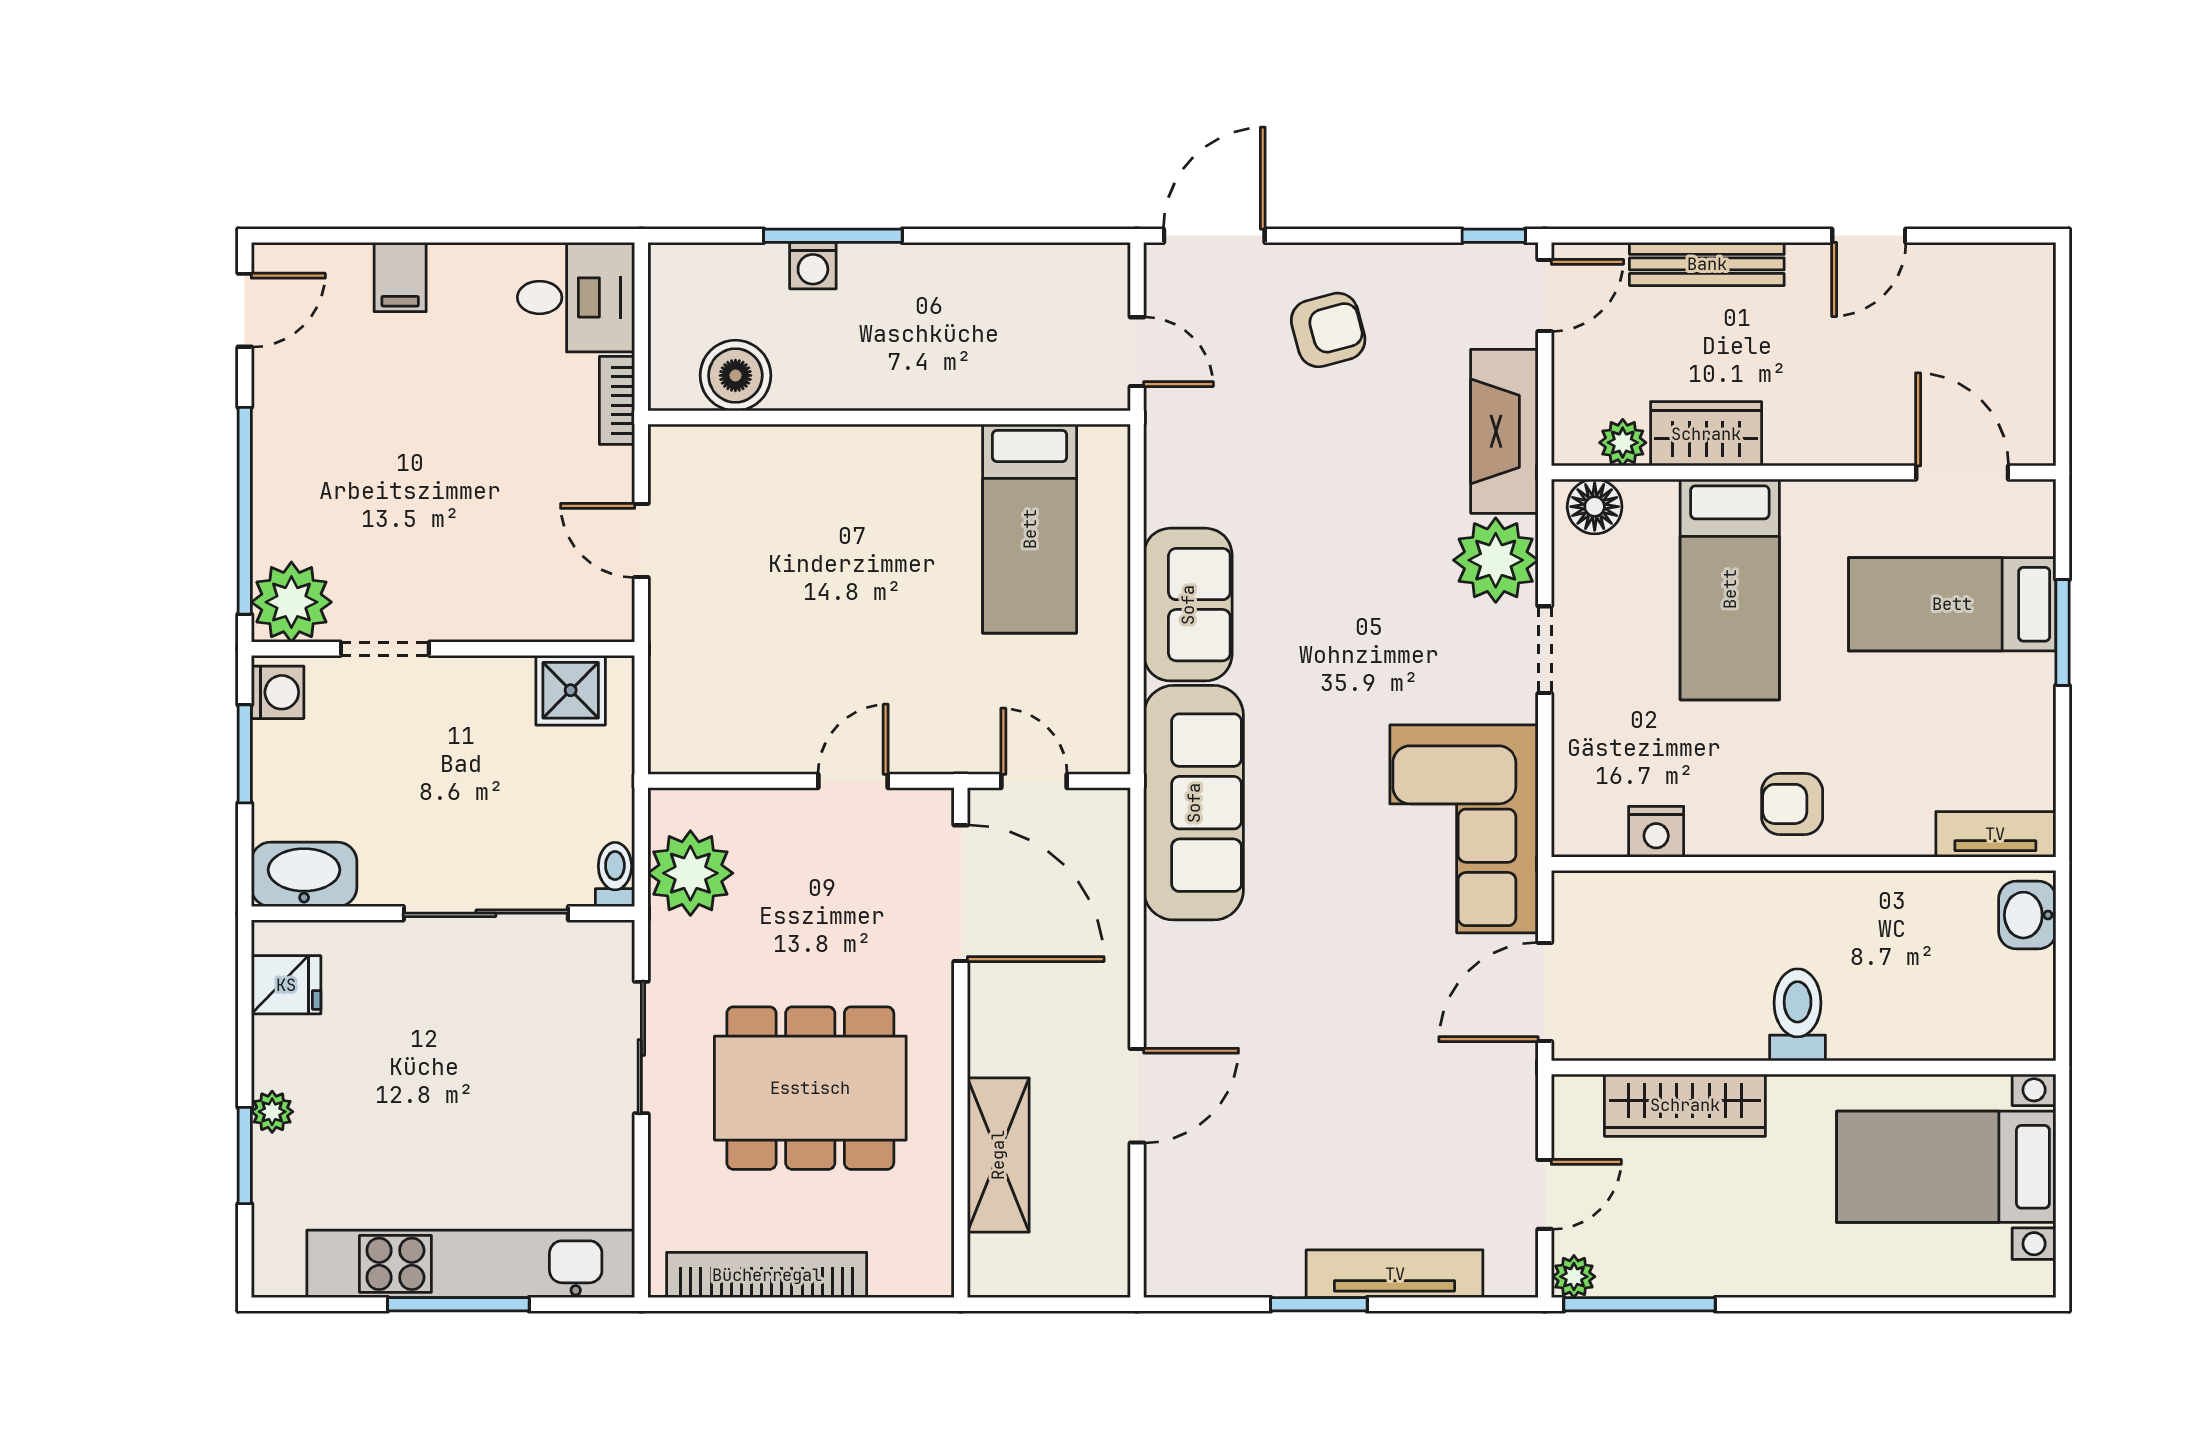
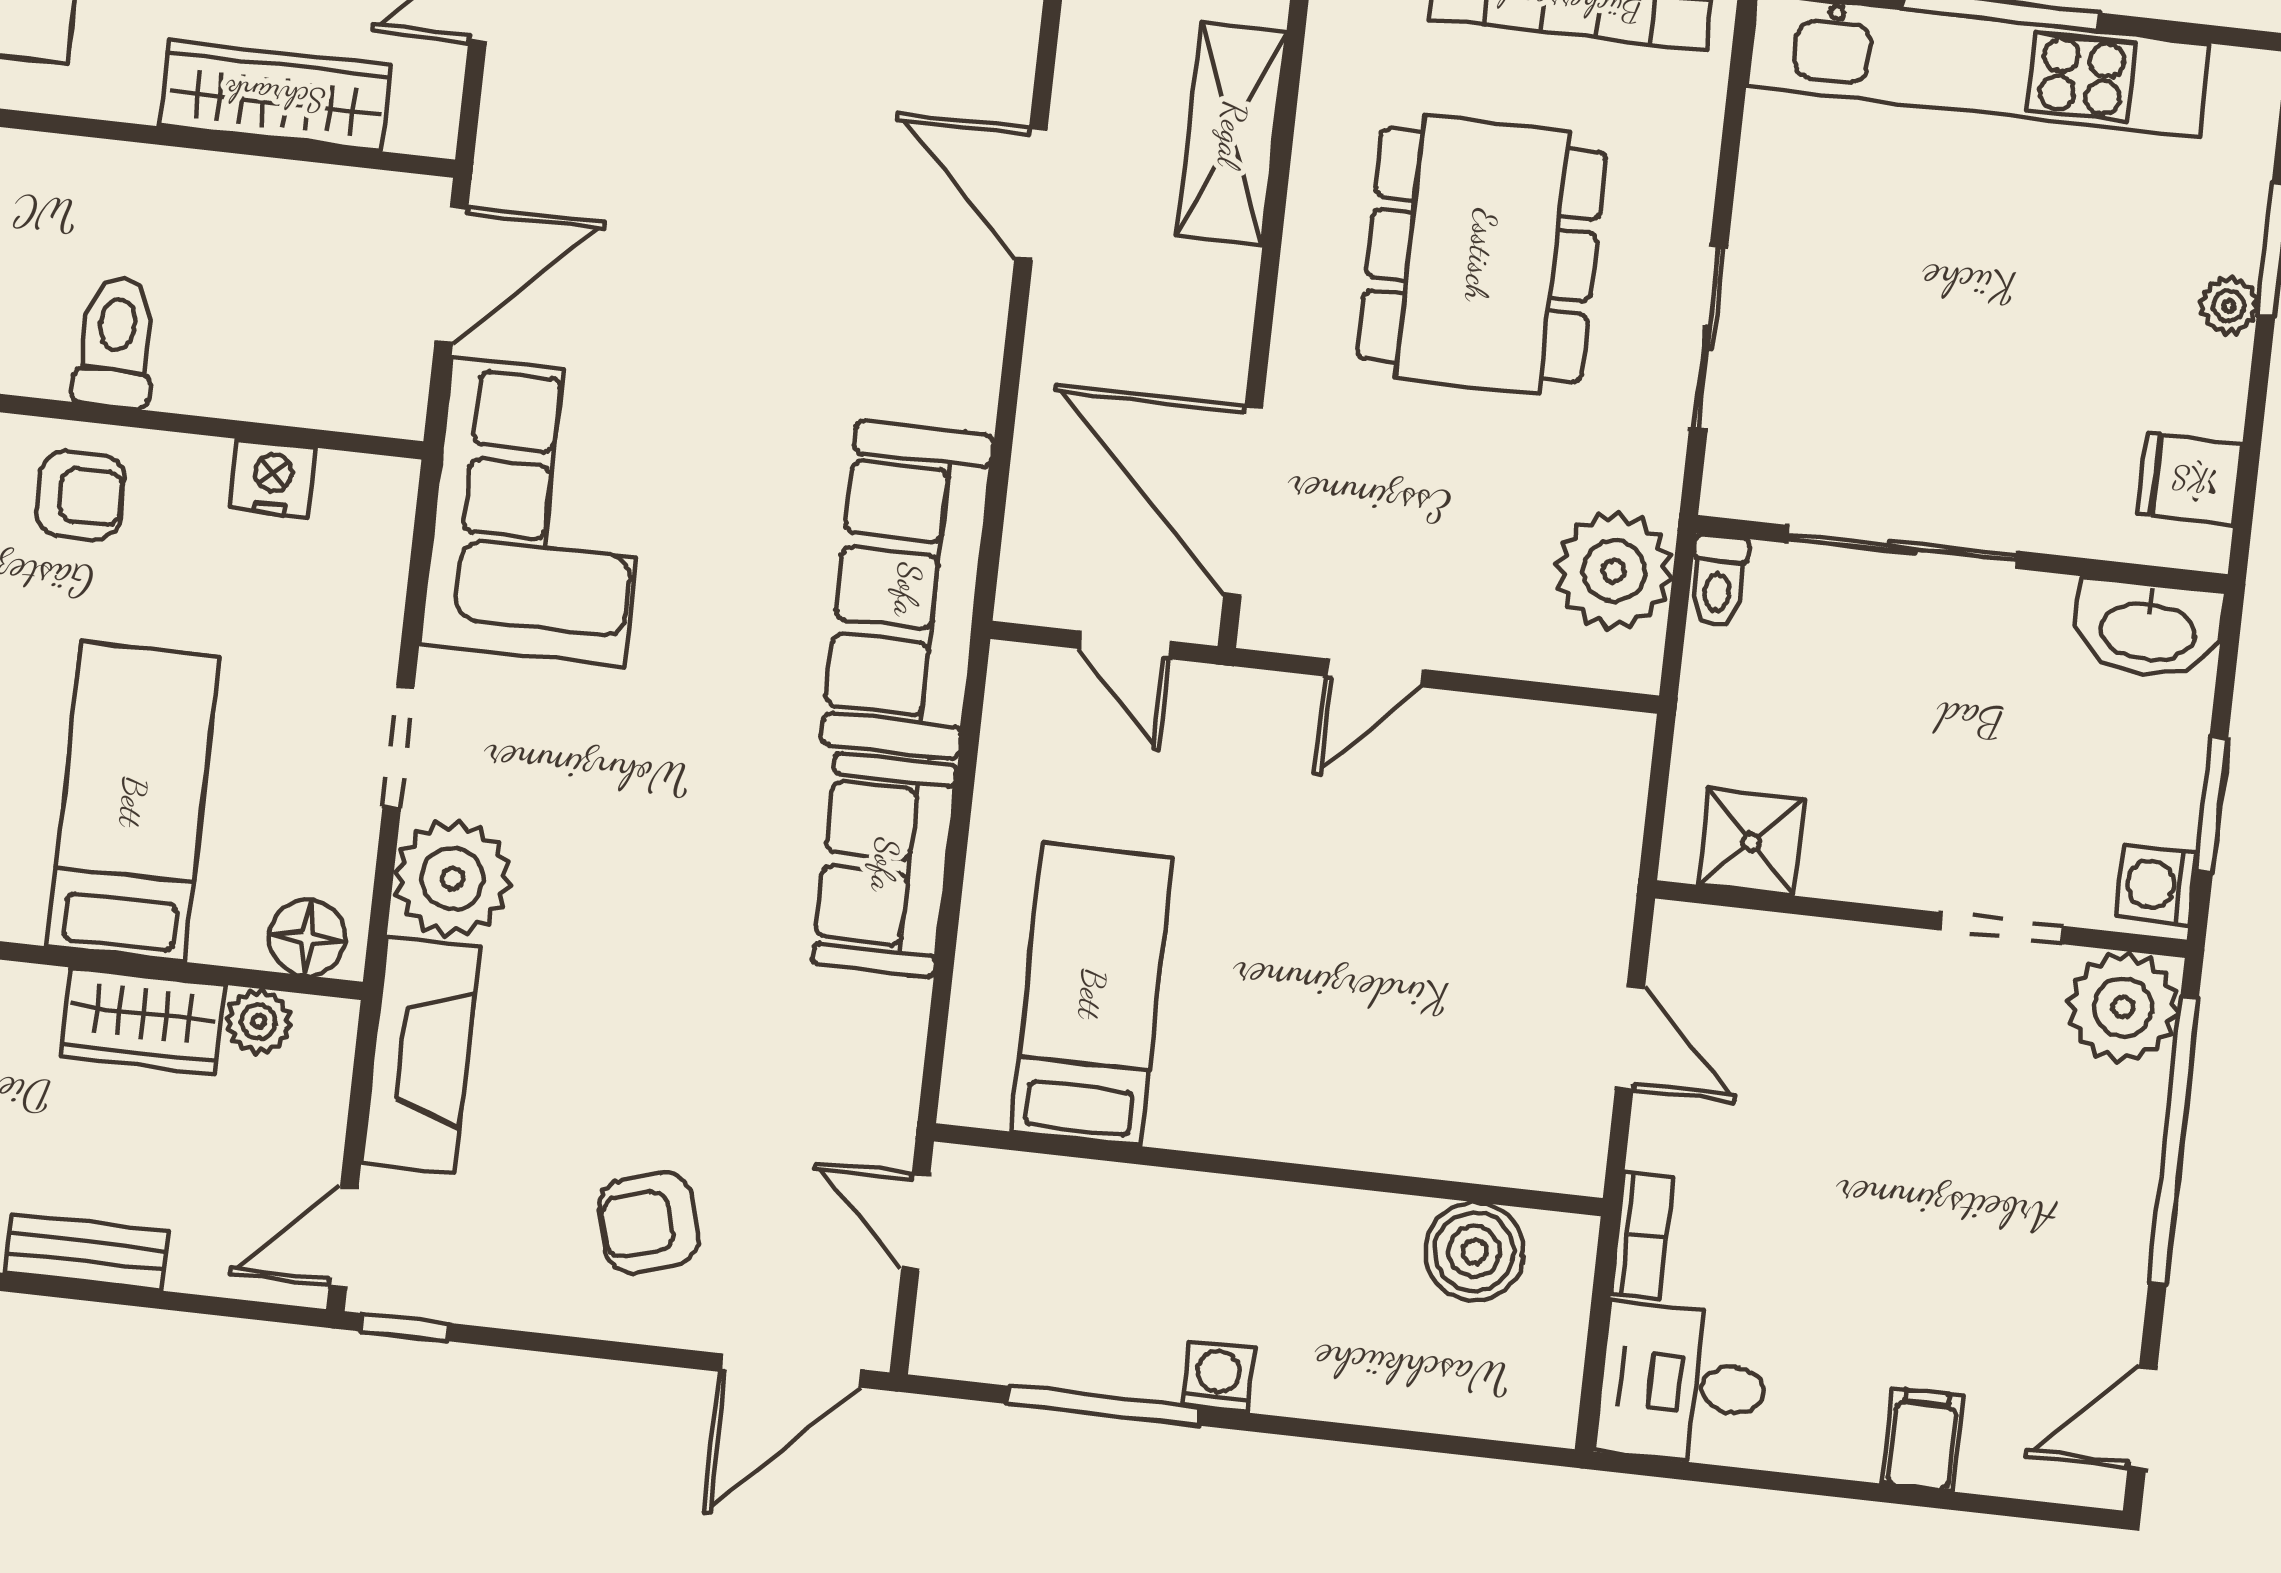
window: (833, 236) -> (1104, 1406), moved
bench: (1707, 264) -> (86, 1252), width x0.73
washing machine: (813, 266) -> (1218, 1377), moved
toilet: (1798, 1015) -> (116, 342), moved, turned 180
dining table: (810, 1088) -> (1481, 255), turned 90
door: (1137, 1096) -> (1031, 194), hinge flipped

